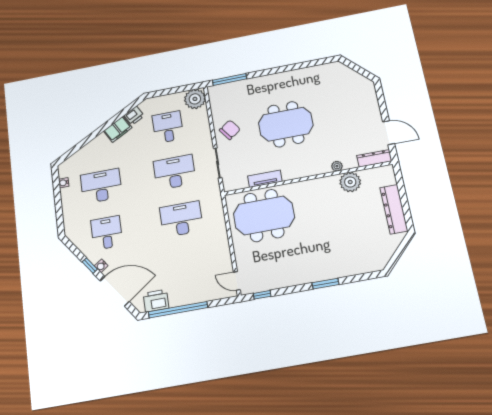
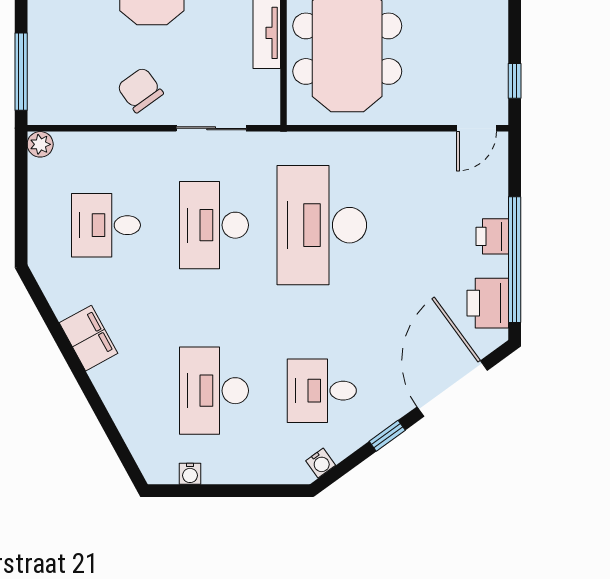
plant: (195, 99) -> (40, 144), width x0.53, depth x0.53
printer: (134, 116) -> (492, 236), moved, turned -151
desk: (181, 219) -> (322, 225), width x1.36, depth x1.30
water cooler: (101, 266) -> (321, 463), moved

